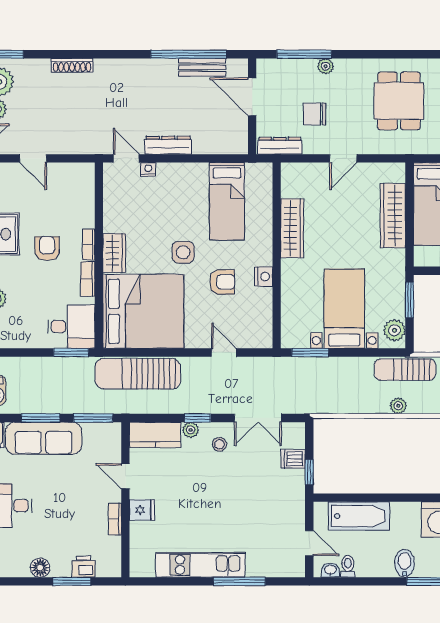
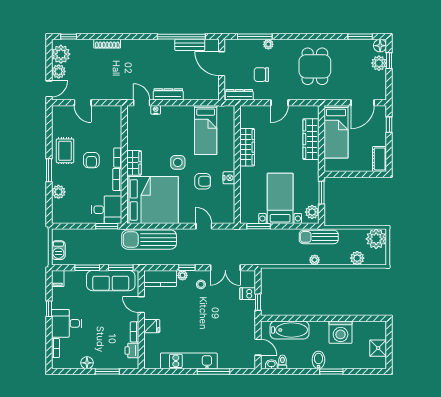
armchair: (47, 249) -> (91, 160), turned 180
sofa: (44, 438) -> (111, 281), moved
printer: (84, 567) -> (132, 351), moved, turned -90

